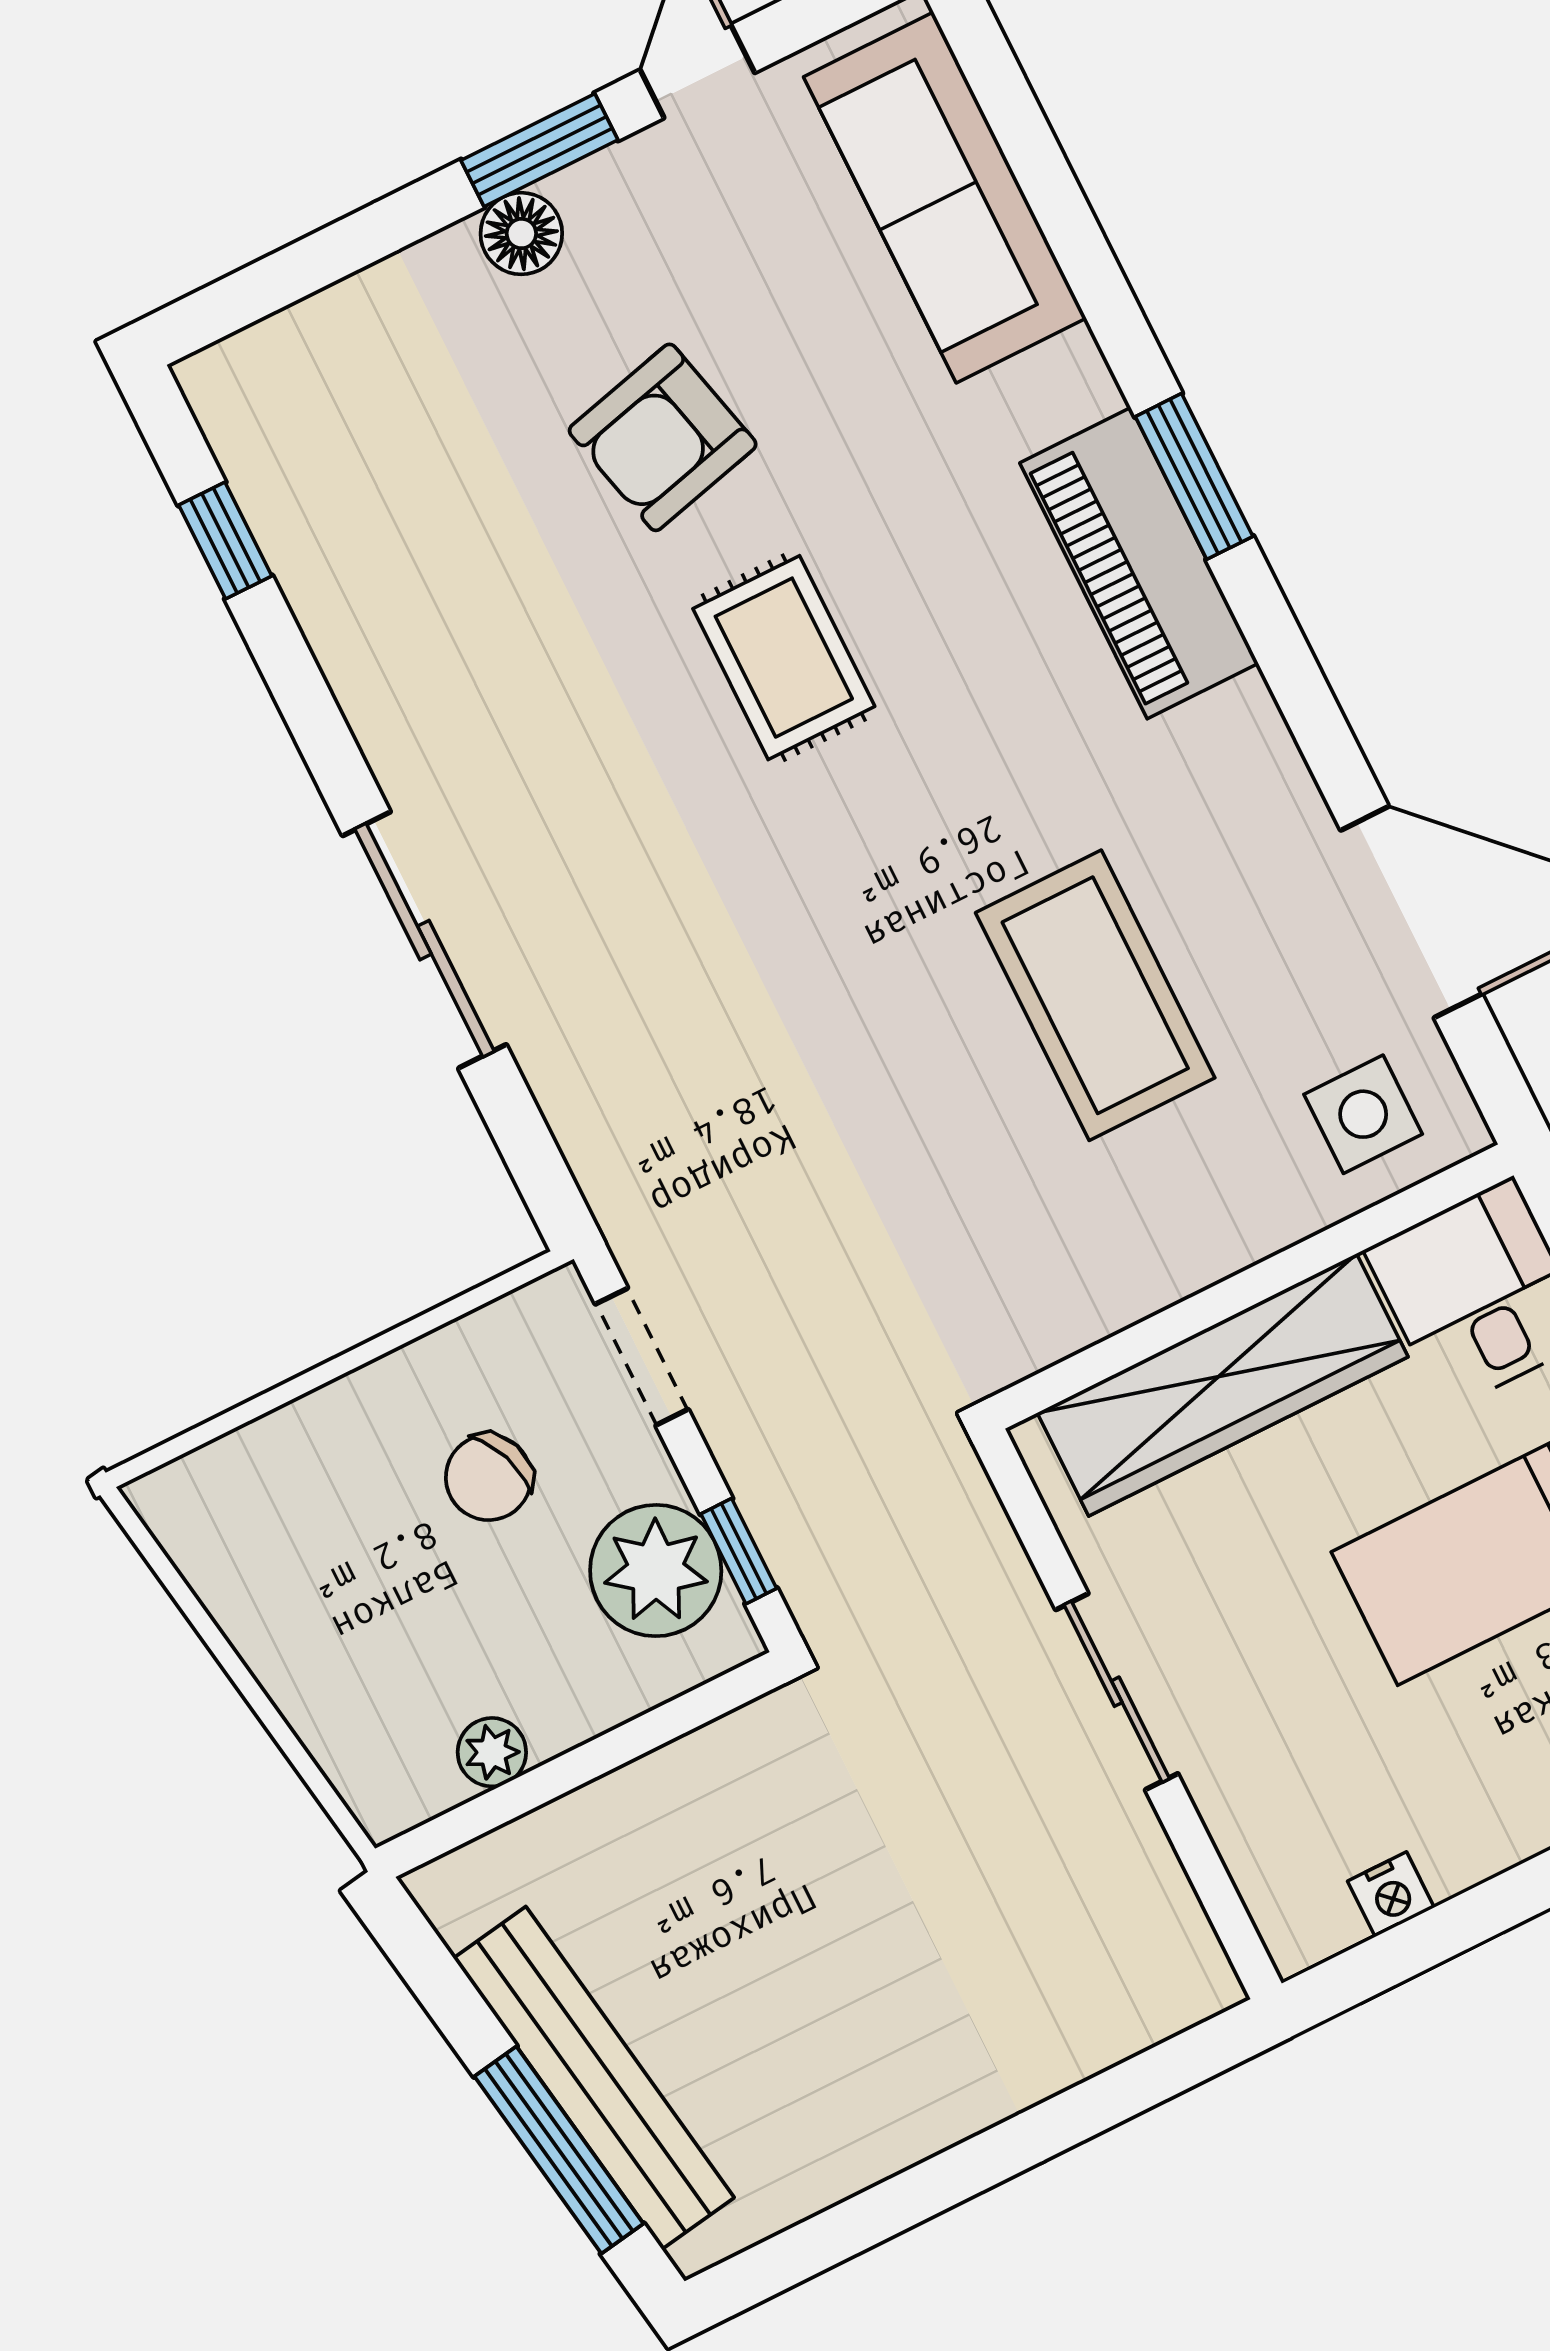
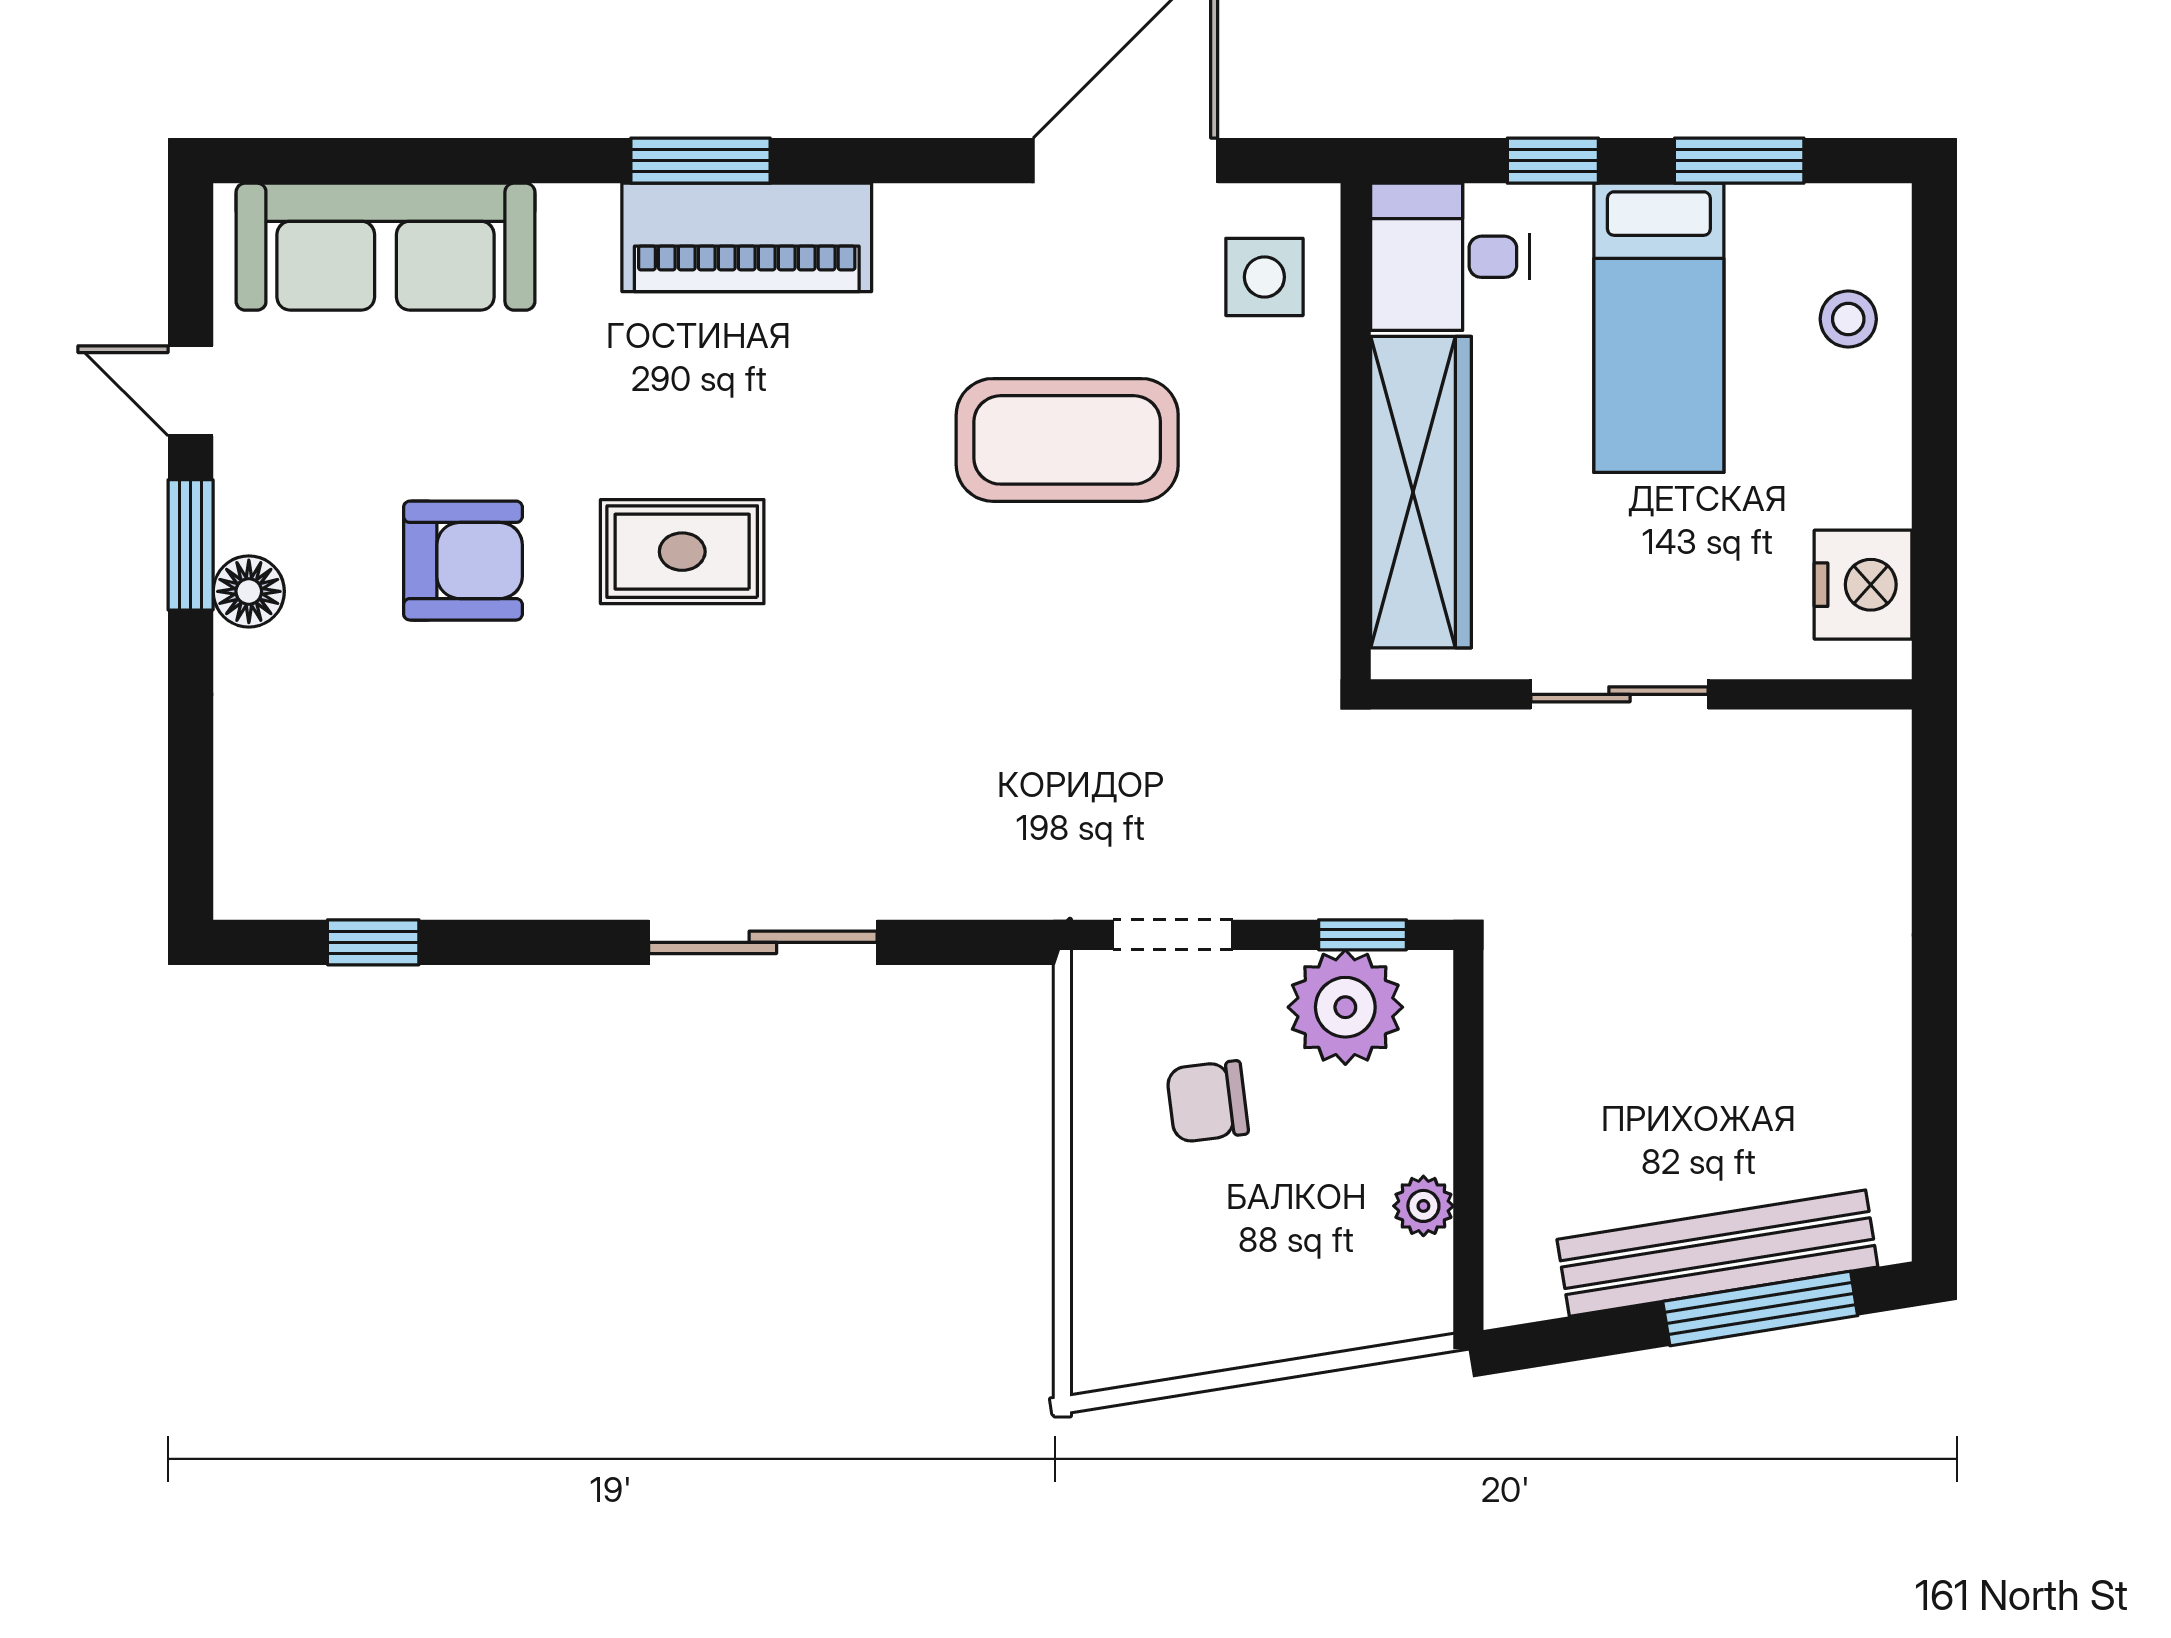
armchair: (663, 437) -> (463, 561), turned -76
chair: (489, 1477) -> (1207, 1102), turned 104
nightstand: (1391, 1894) -> (1863, 585), width x1.89, depth x1.79

